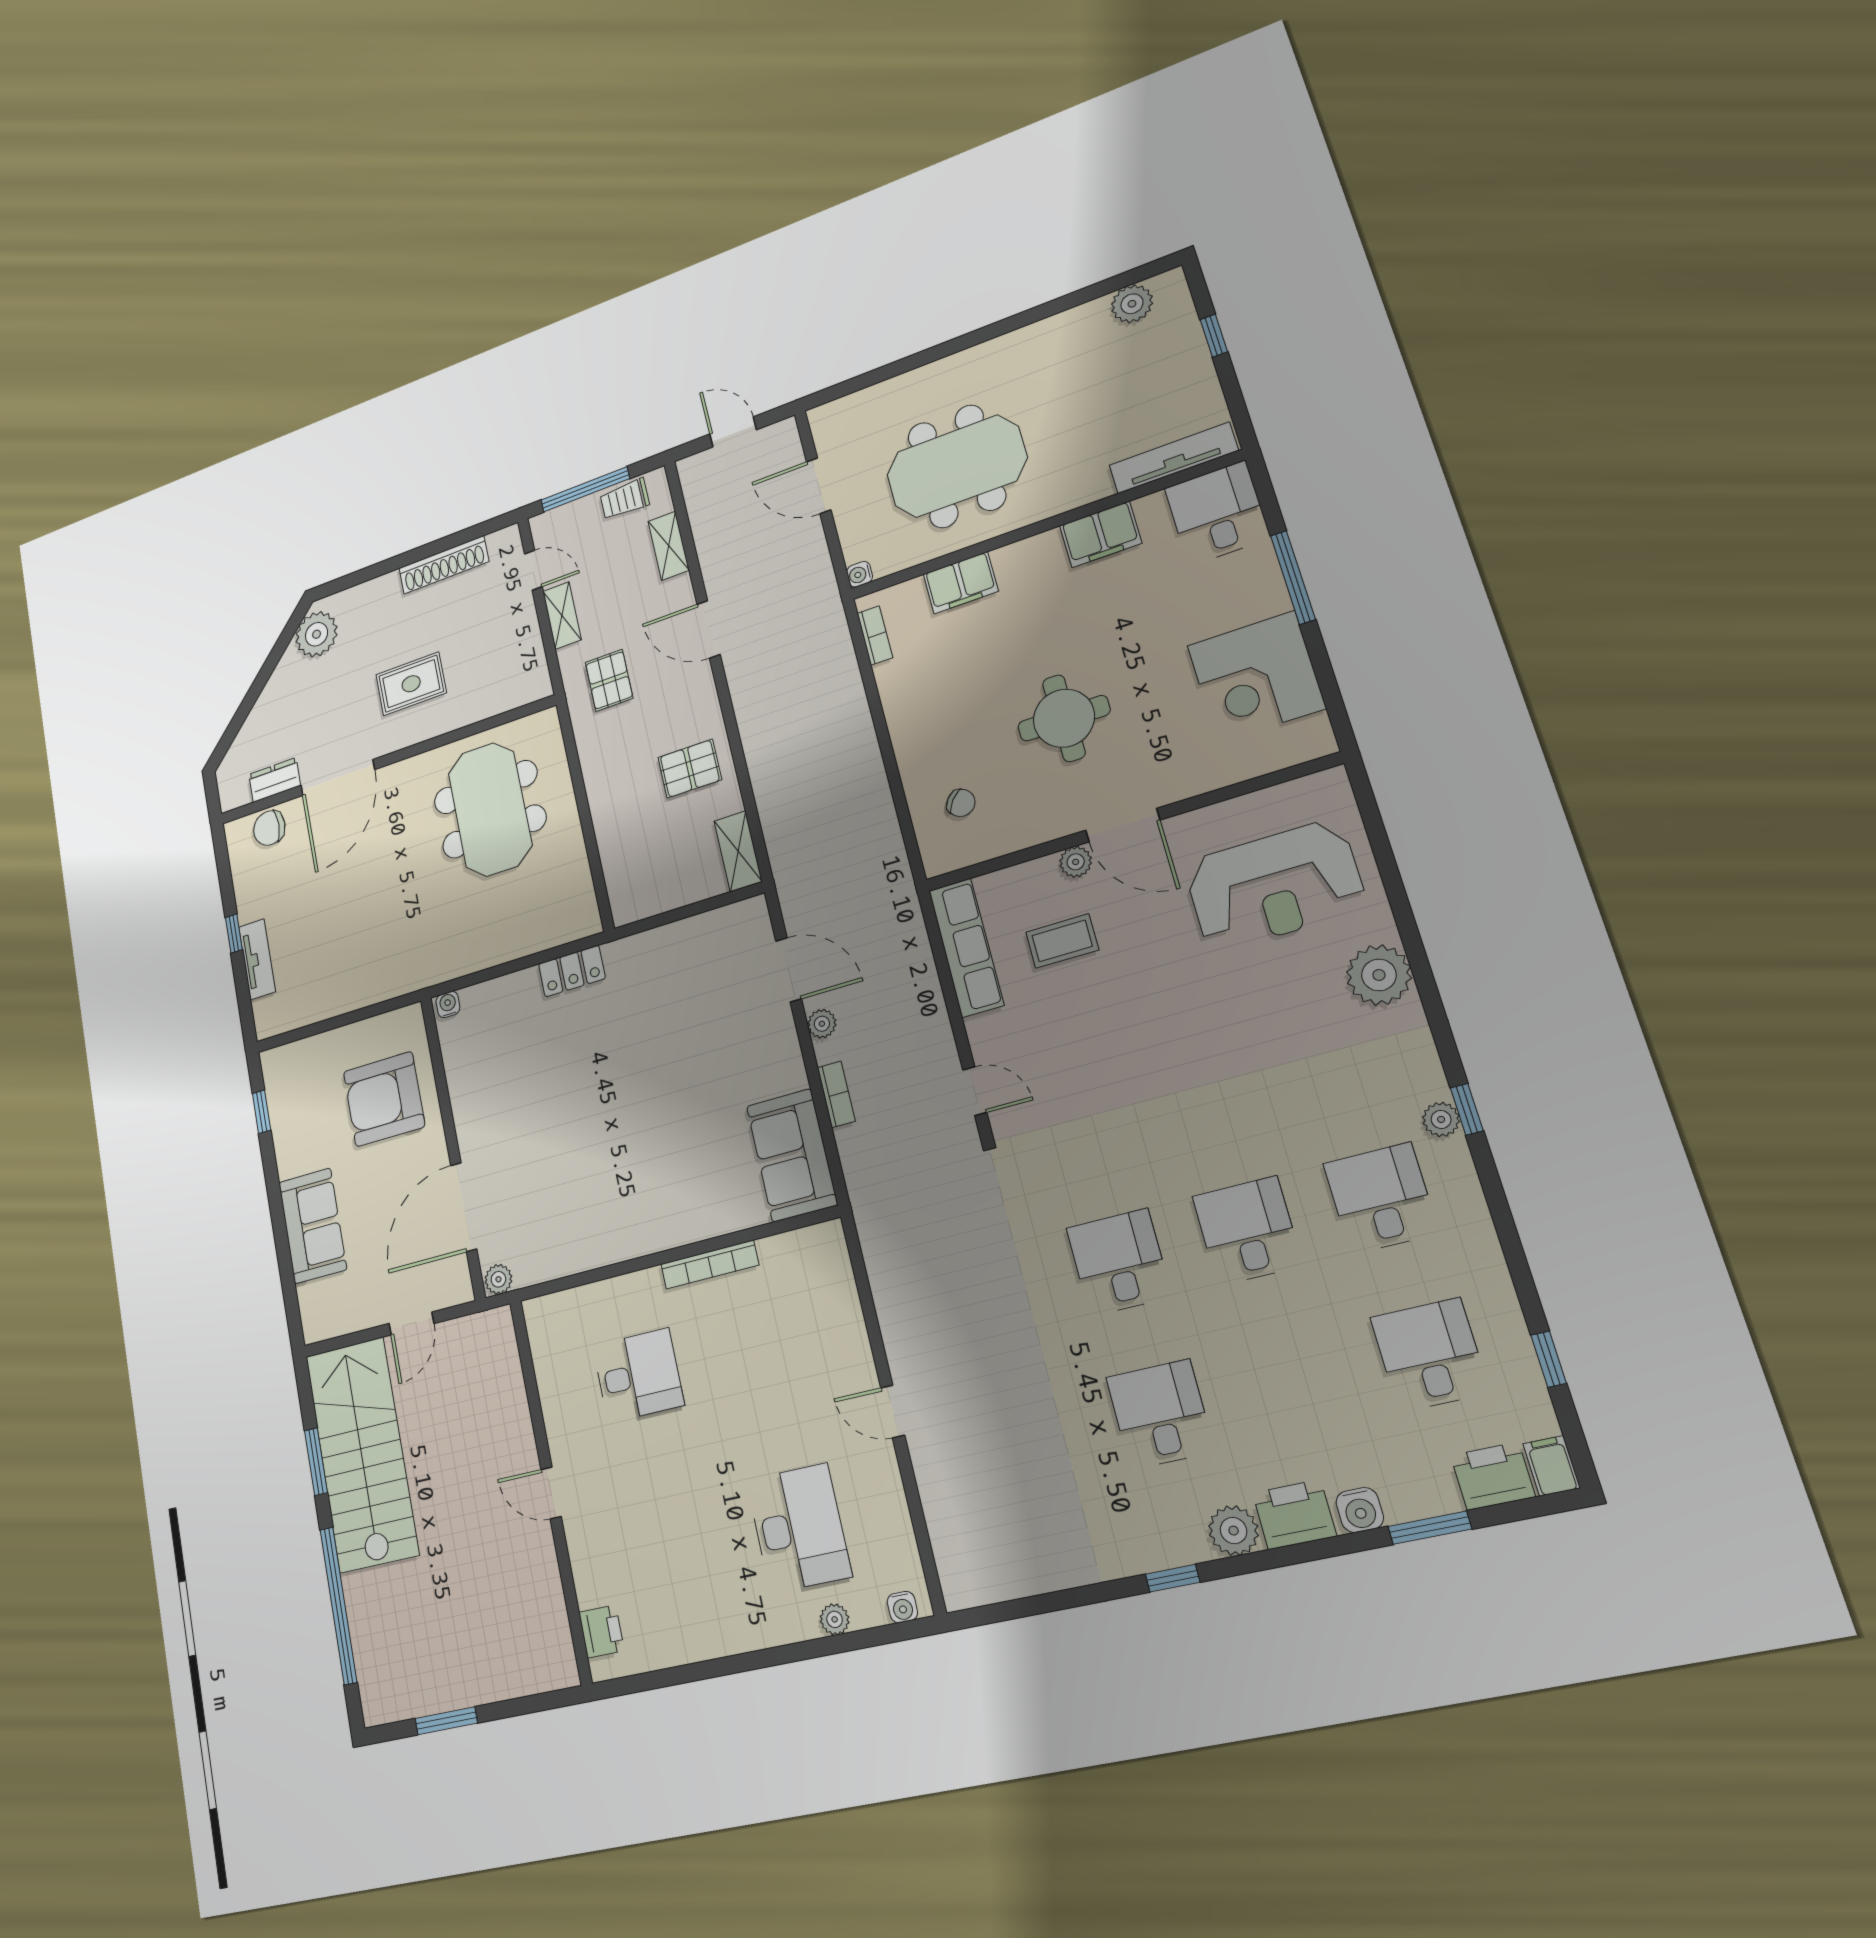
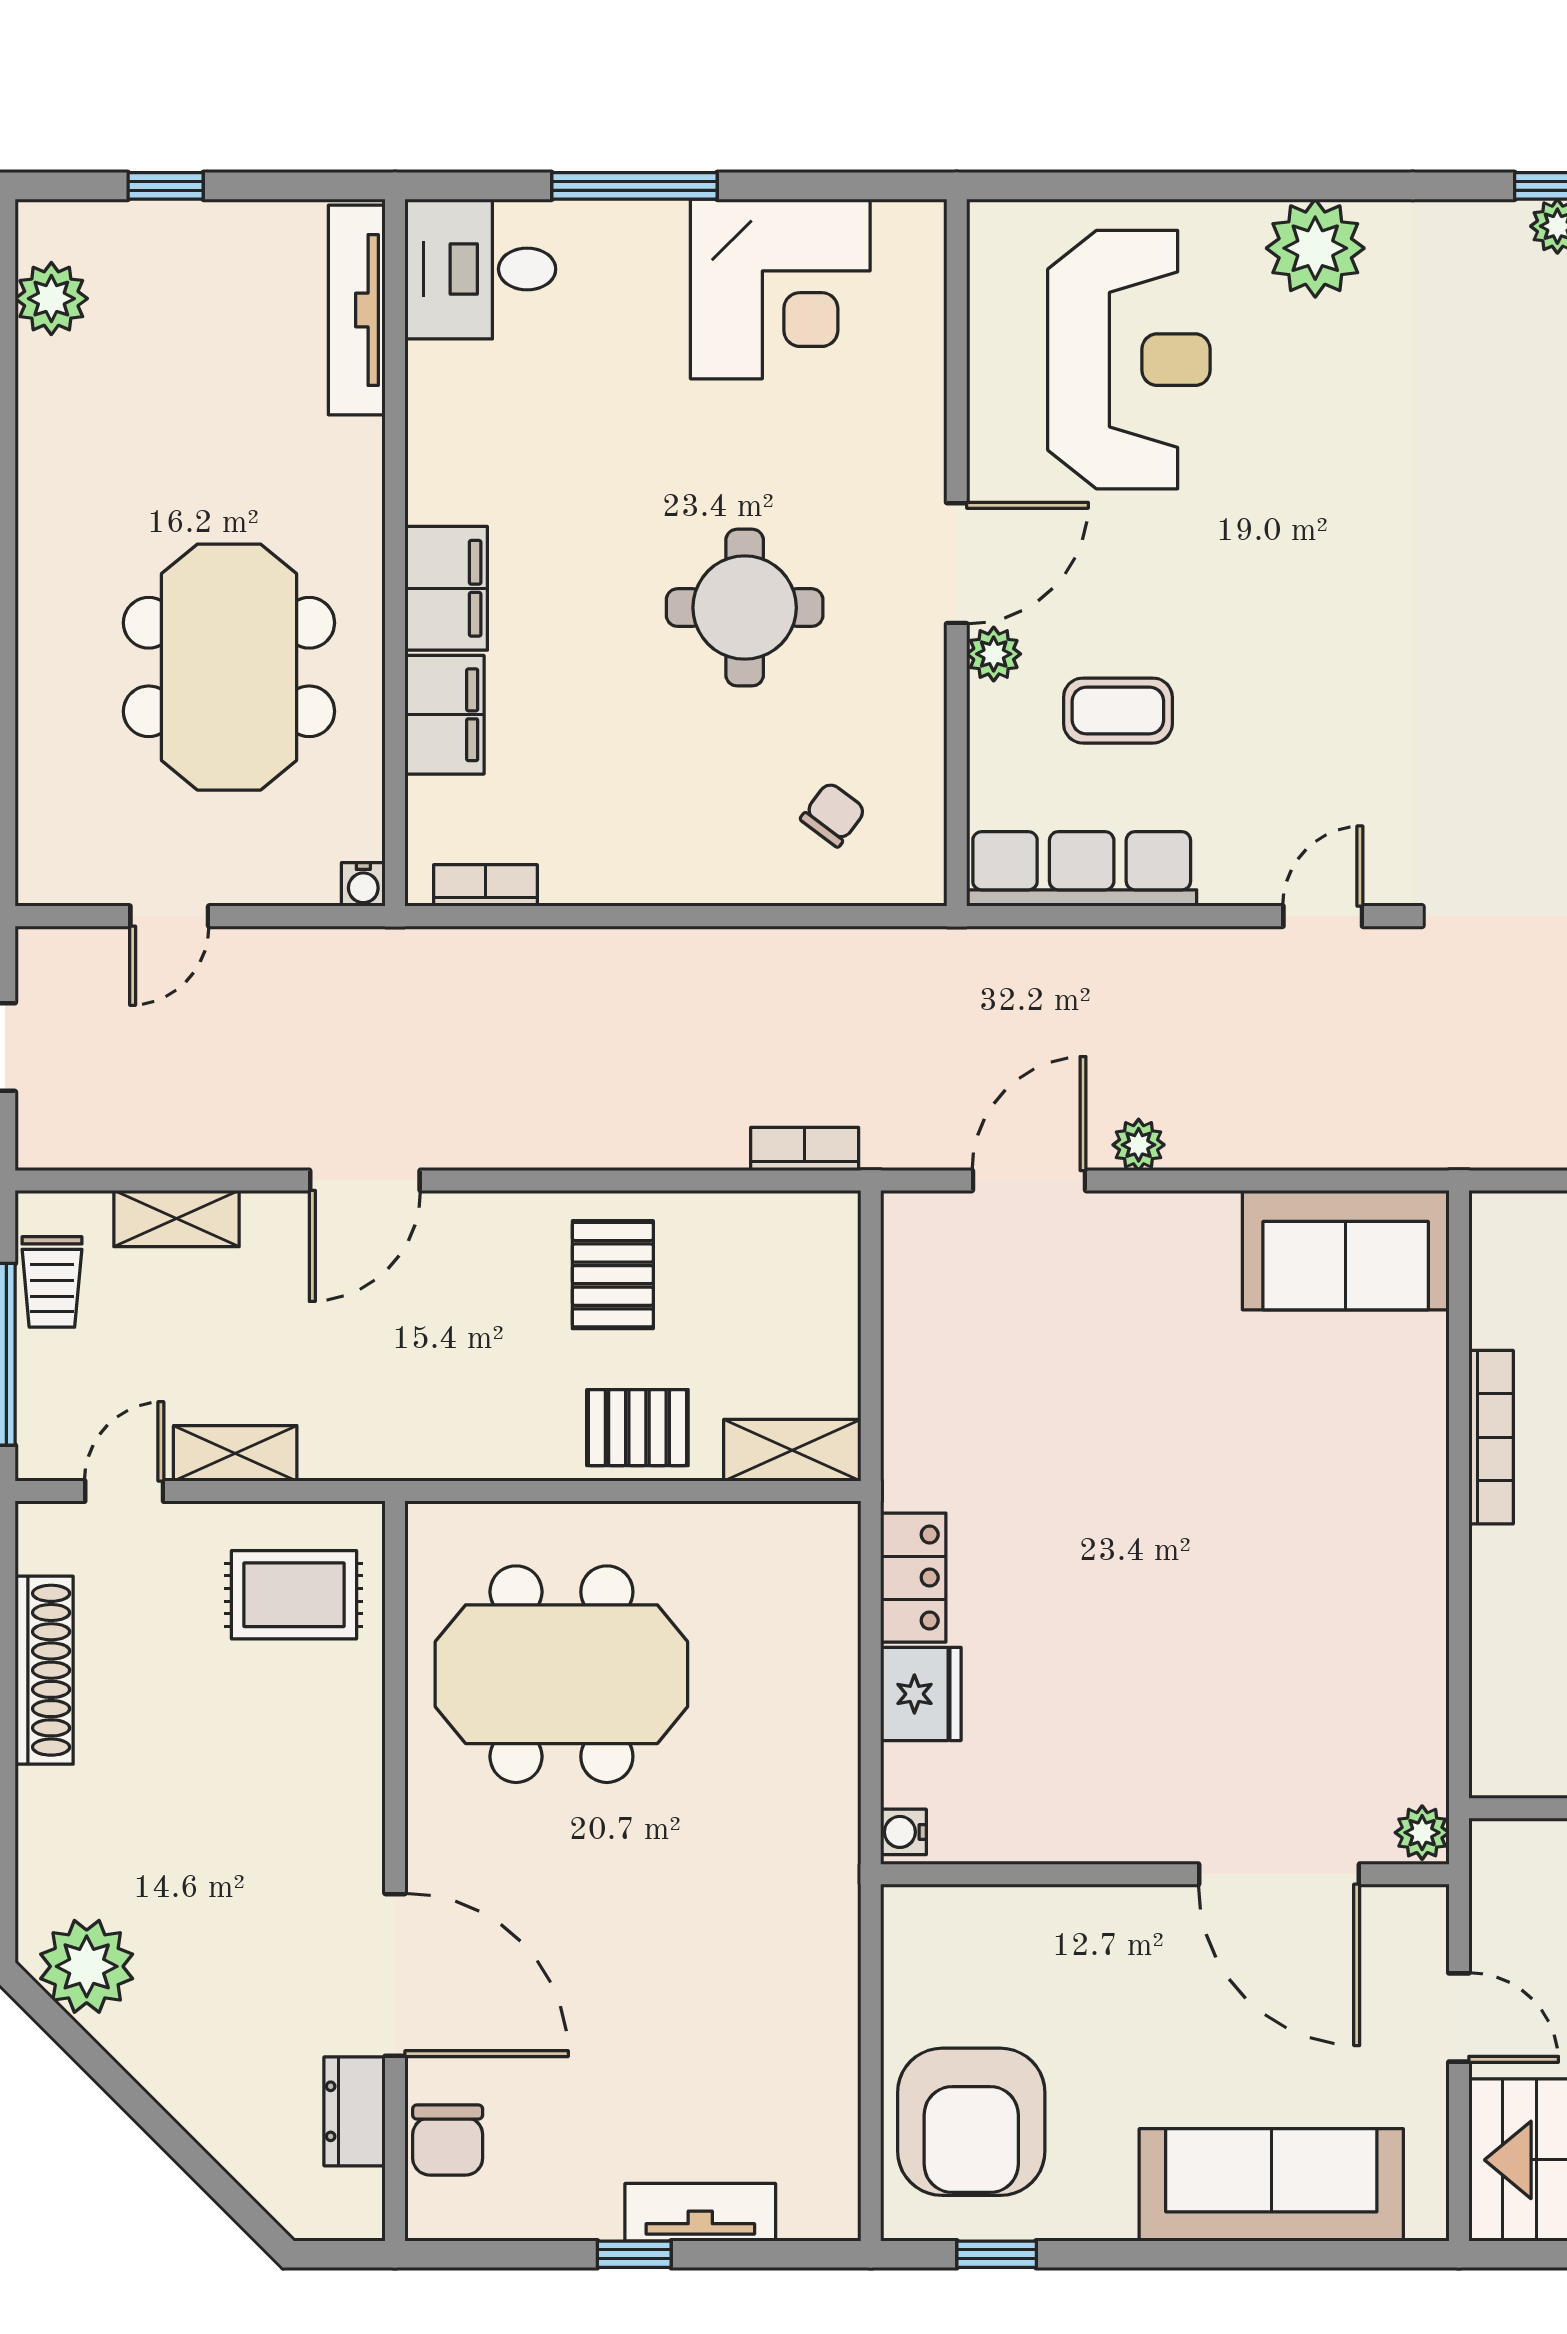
door: (819, 486) -> (169, 916), width x0.73
filing cabinet: (1101, 534) -> (446, 588), moved
pallet: (609, 680) -> (637, 1428), moved
rug: (411, 684) -> (294, 1595), moved, turned 90
shelving: (738, 851) -> (792, 1450), moved
coffee table: (1062, 941) -> (1118, 711), turned 90
fridge: (516, 993) -> (921, 1694), added
bookcase: (836, 1094) -> (805, 1149), moved
armchair: (384, 1099) -> (971, 2122), moved
sofa: (313, 1226) -> (1271, 2185), width x1.36

